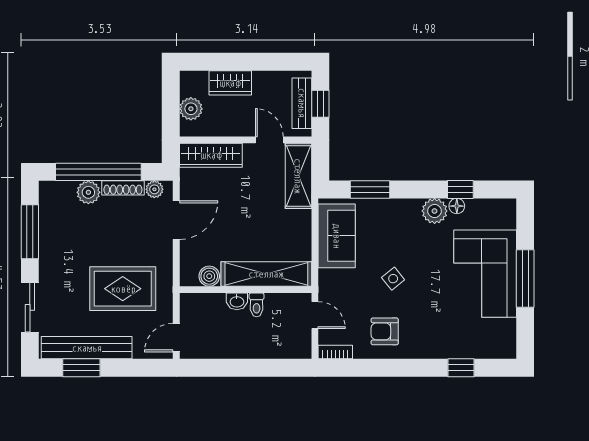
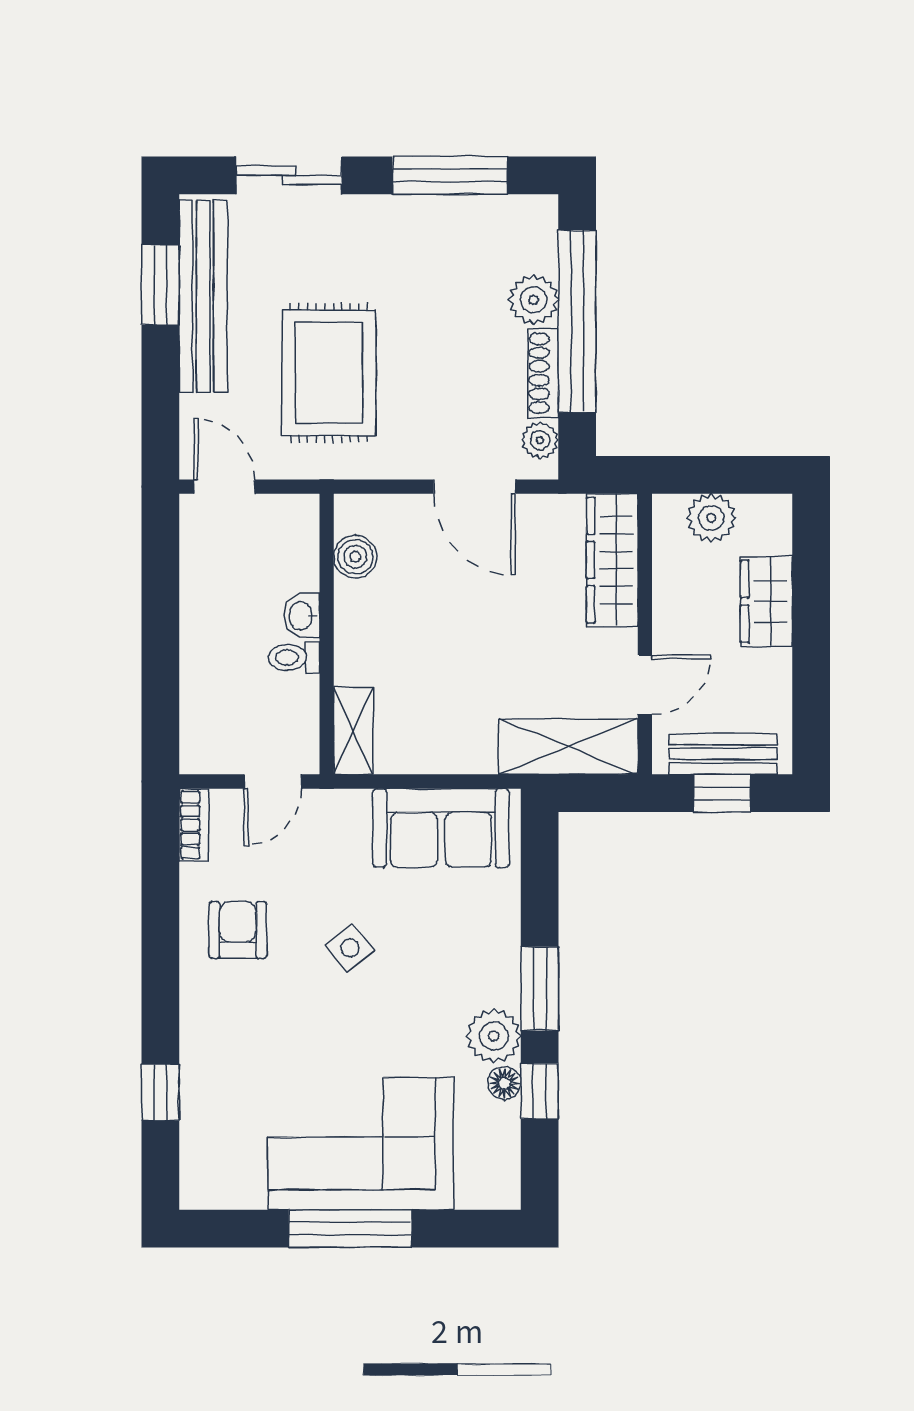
window: (370, 189) -> (540, 989), moved
shelving: (266, 274) -> (353, 731), width x0.45, depth x0.75

